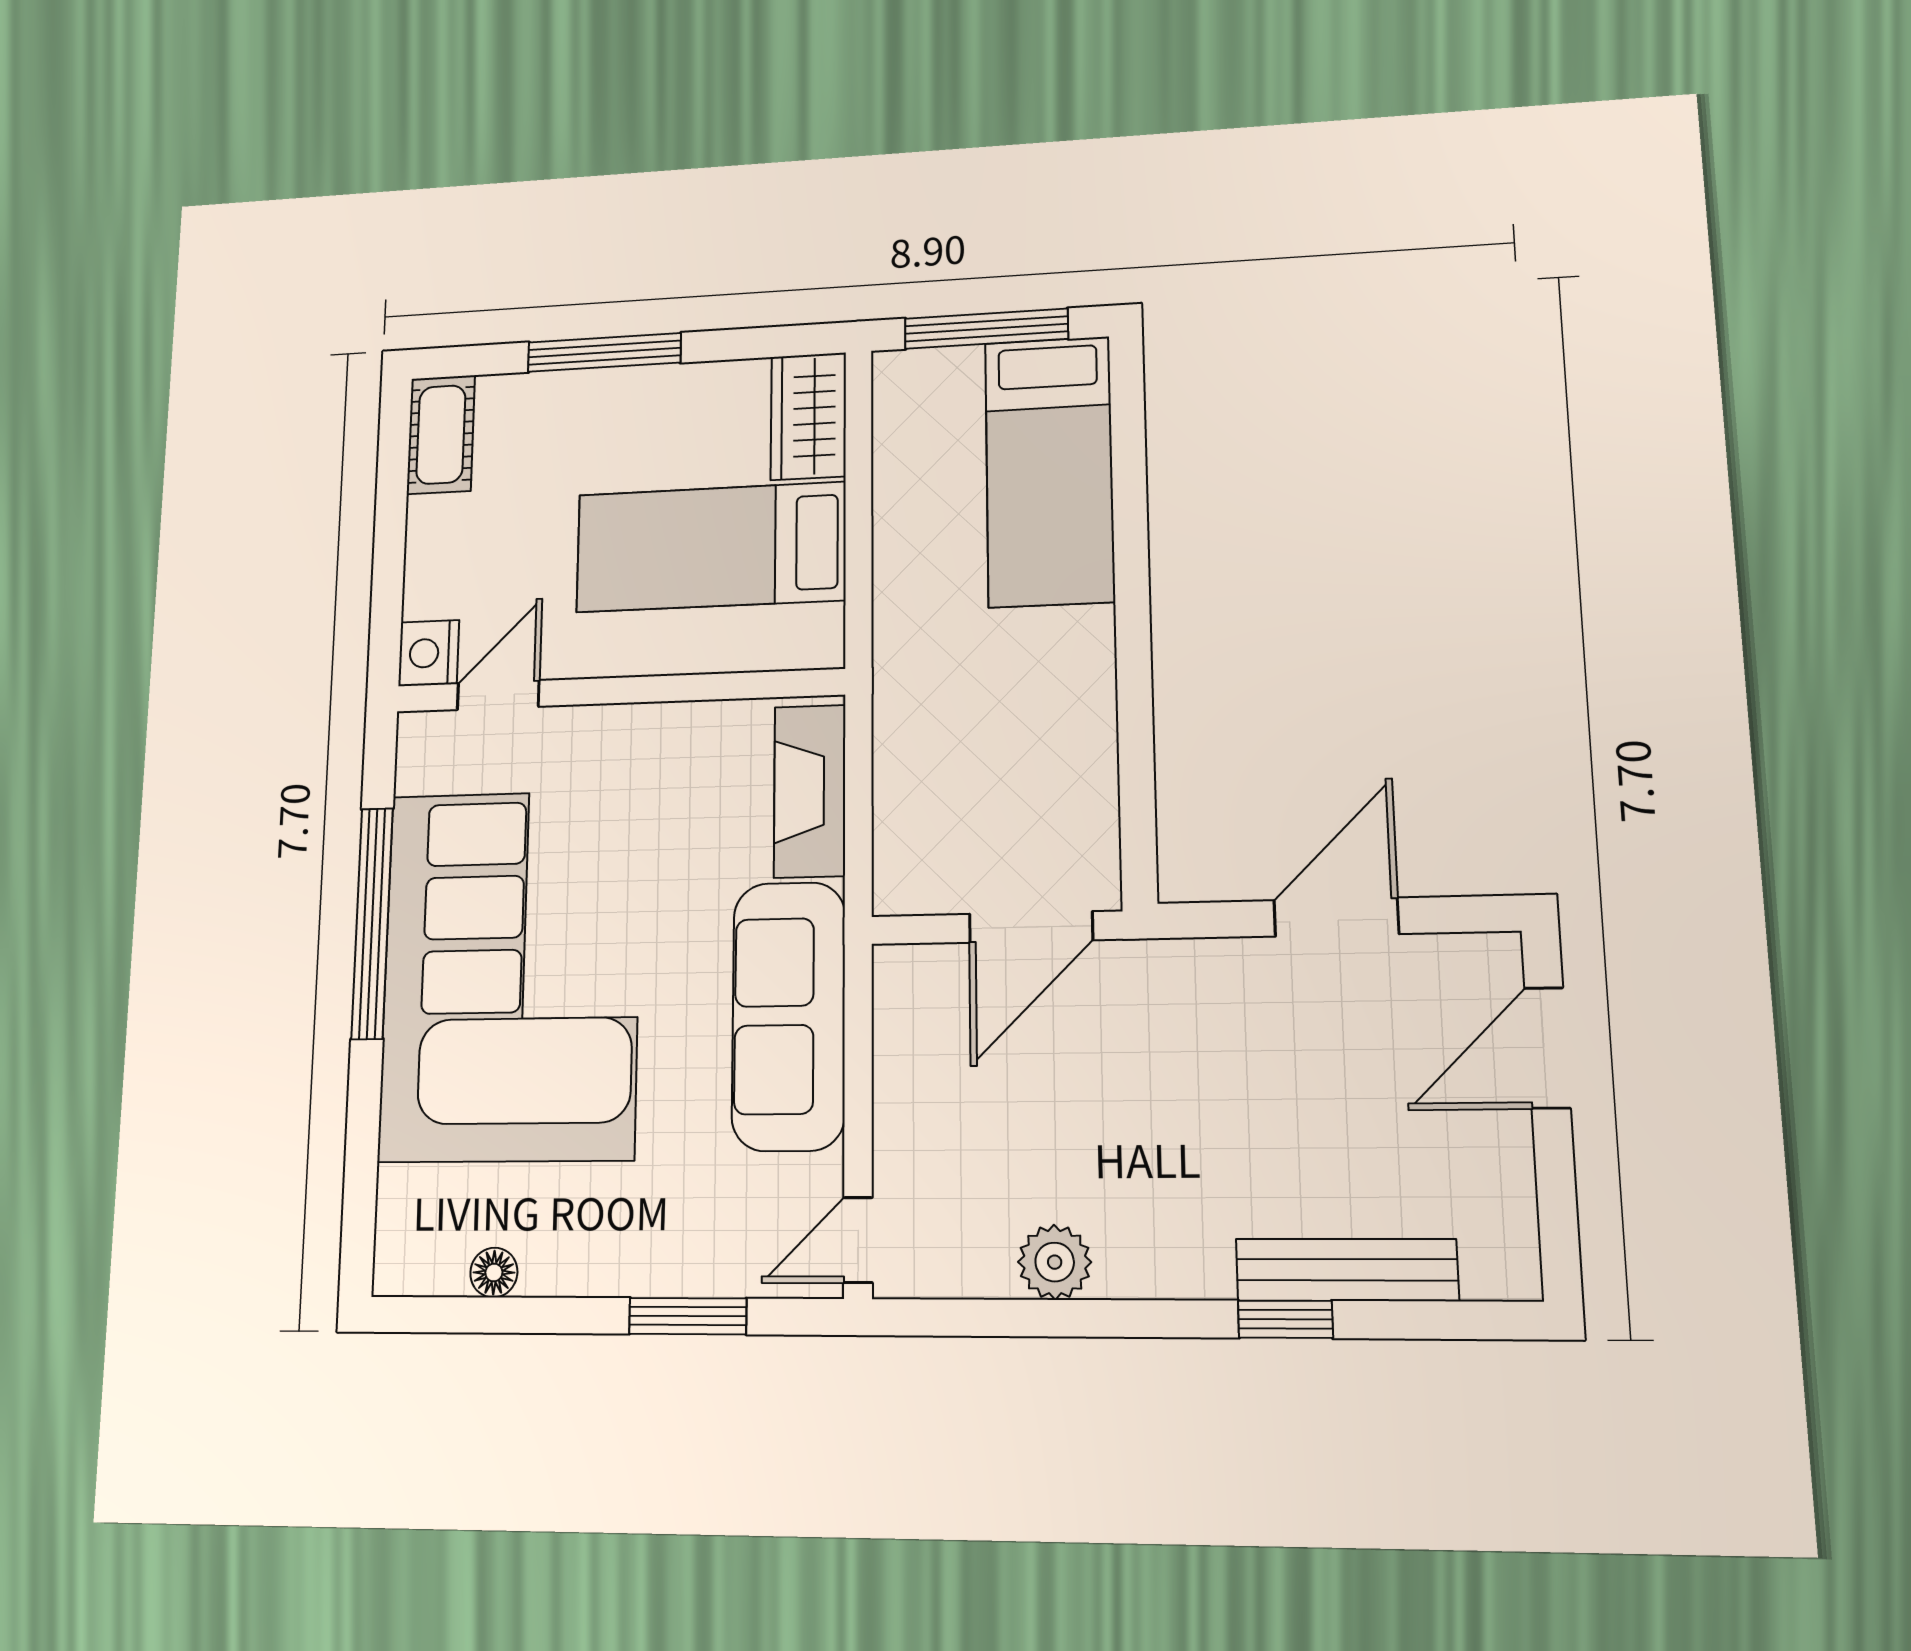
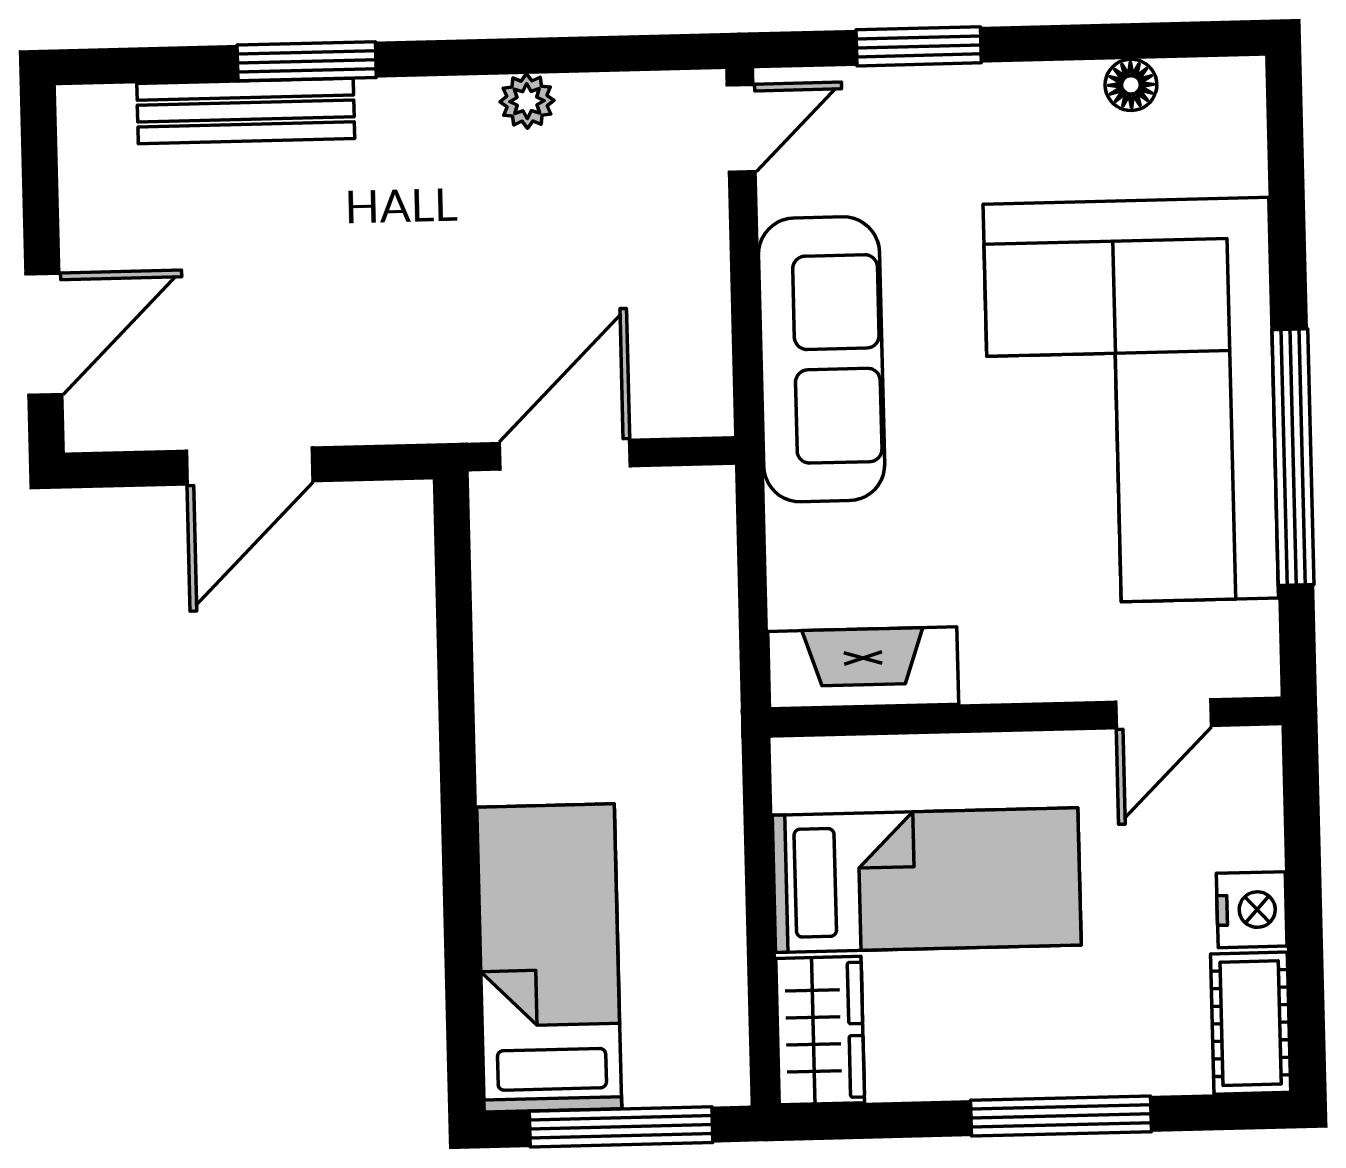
nightstand: (429, 653) -> (1252, 910), moved
fireplace: (810, 791) -> (863, 668), moved, turned -90
plant: (1055, 1262) -> (527, 101), width x0.73, depth x0.73
window: (1285, 1319) -> (307, 61), width x1.50

